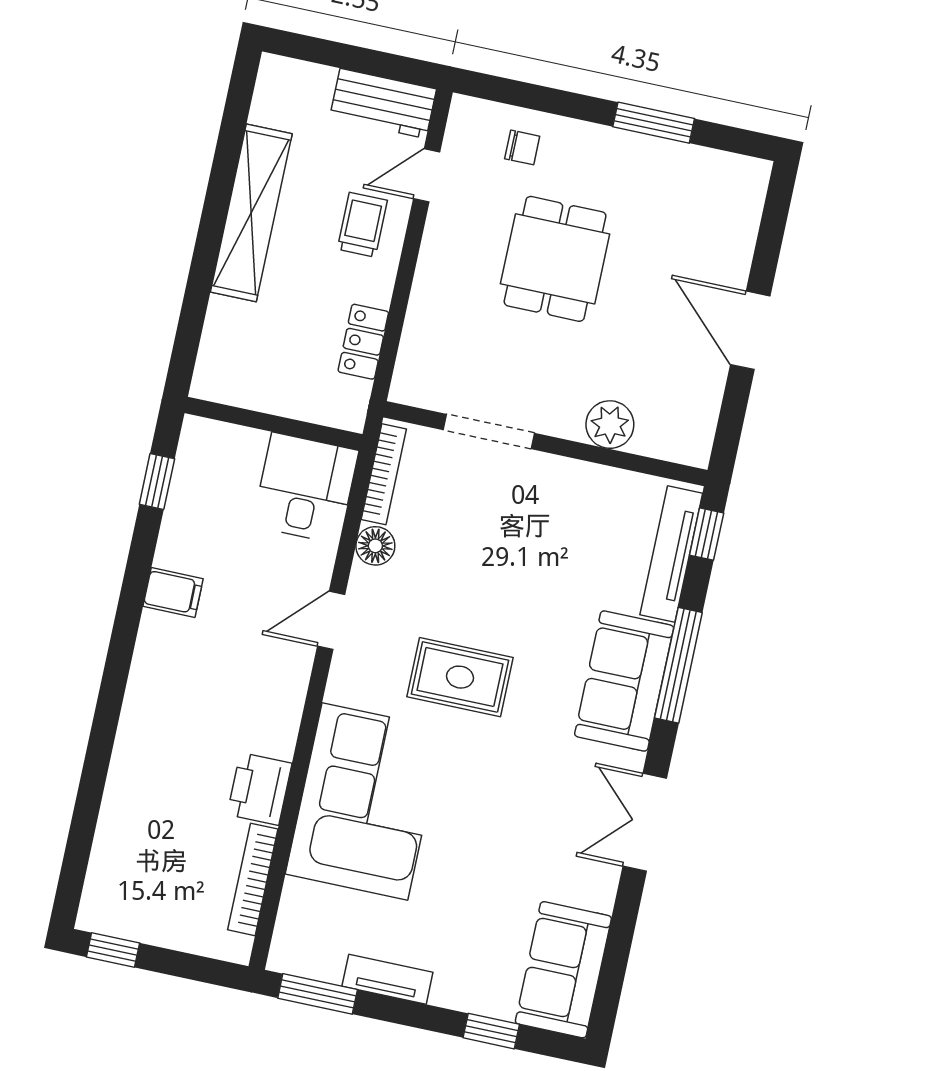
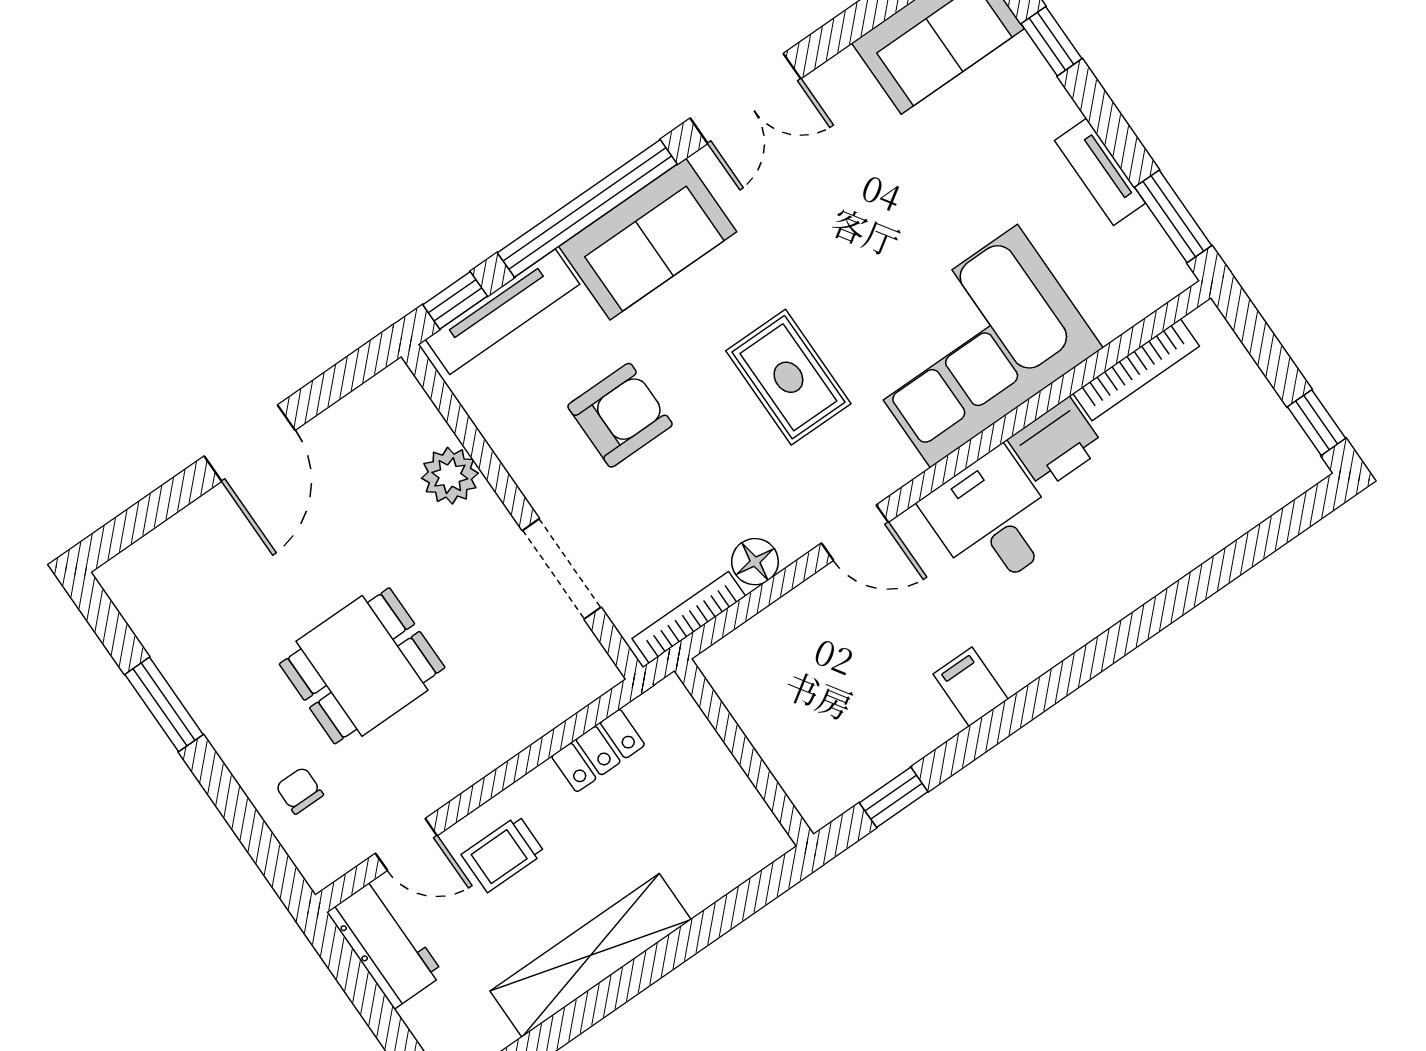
desk: (305, 488) -> (992, 520), moved, turned 90
armchair: (541, 558) -> (620, 415), added
window: (678, 665) -> (587, 208), width x1.46

